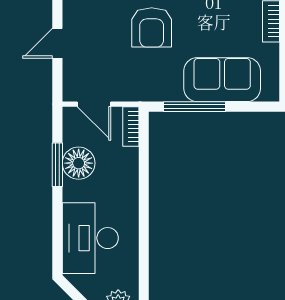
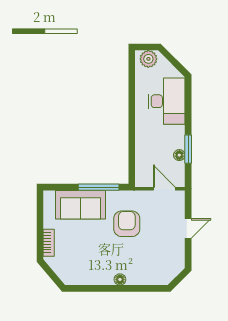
armchair: (152, 27) -> (127, 224), moved
bookcase: (131, 127) -> (140, 174), removed
floor lamp: (79, 163) -> (179, 155), width x0.53, depth x0.53

